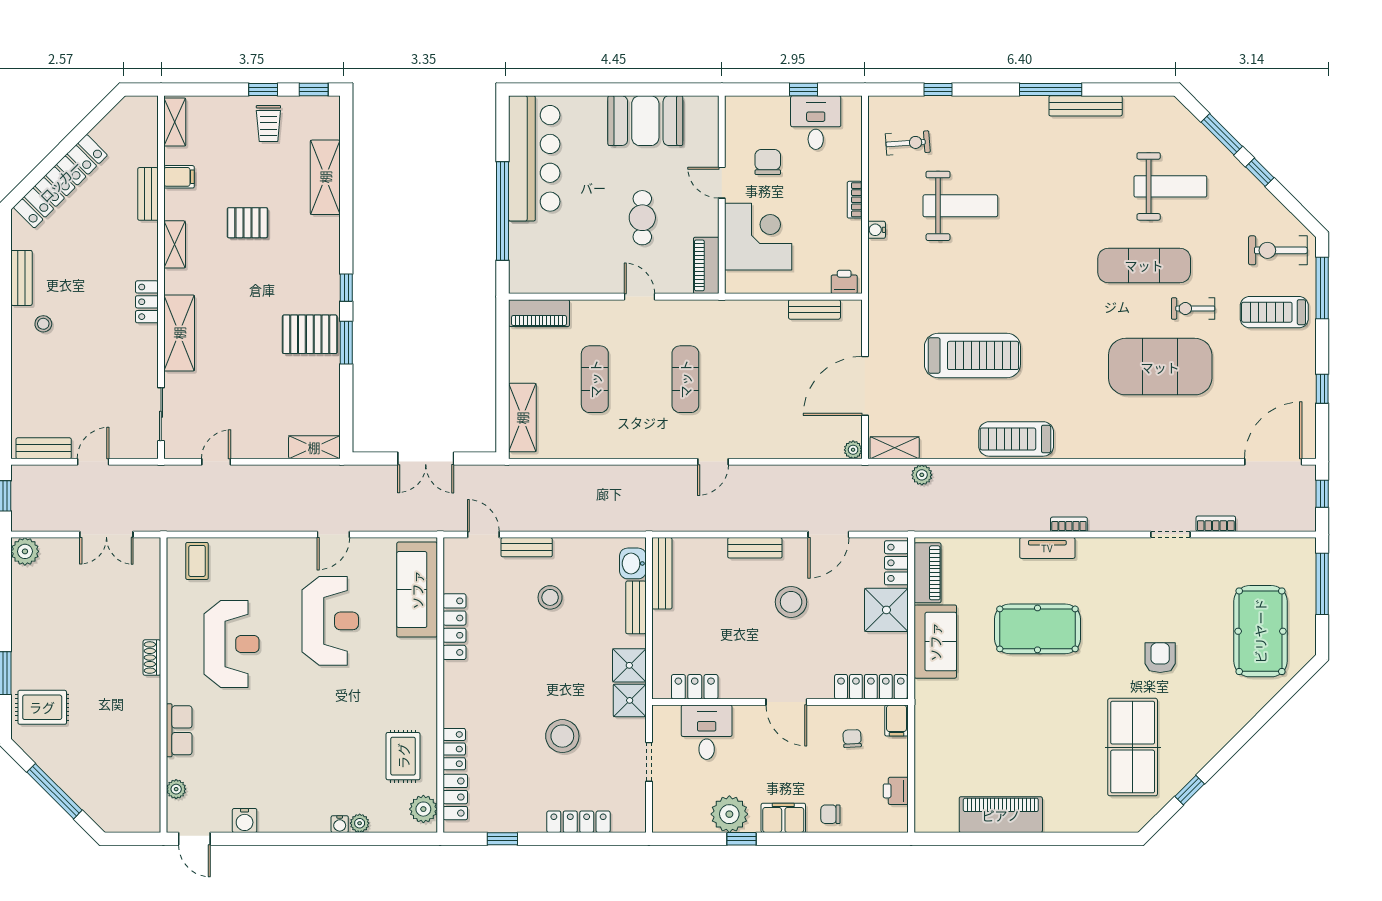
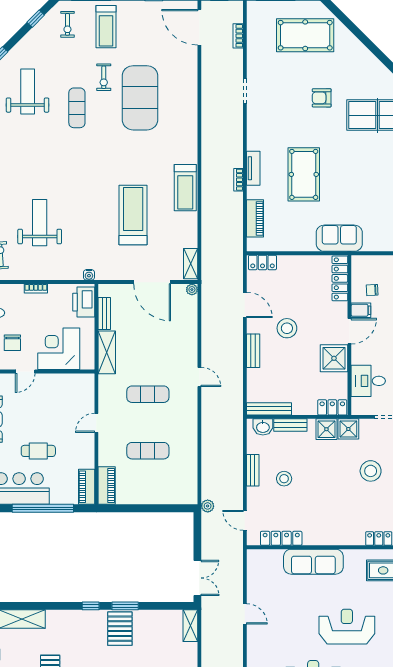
chair: (768, 162) -> (12, 343), turned -90
window: (1260, 172) -> (36, 19), moved
cafe table: (642, 218) -> (38, 451), moved
water cooler: (877, 230) -> (89, 275), moved
exercise bike: (1278, 250) -> (67, 24), width x0.73, depth x0.72
piano: (706, 265) -> (87, 487), moved, turned 90
exercise mat: (1144, 265) -> (77, 108), width x0.73, depth x0.69
printer: (844, 282) -> (84, 302), width x1.87, depth x1.48
shelving: (522, 418) -> (107, 352), moved, turned 90
double door: (426, 459) -> (197, 578), moved
plant: (922, 475) -> (208, 506), moved
bookcase: (1069, 524) -> (238, 180), moved
bookcase: (1216, 524) -> (238, 36), moved
door: (483, 535) -> (245, 520), hinge flipped
bench: (527, 547) -> (253, 470), moved
piano: (927, 573) -> (255, 218), moved, turned 90
sofa: (417, 590) -> (313, 562), moved
shower: (886, 610) -> (334, 358), moved
reception desk: (330, 621) -> (347, 627), moved
locker: (454, 627) -> (281, 538), moved
sofa: (935, 642) -> (339, 238), moved
locker: (695, 687) -> (332, 407), moved, turned 90
filing cabinet: (897, 721) -> (361, 310), moved

